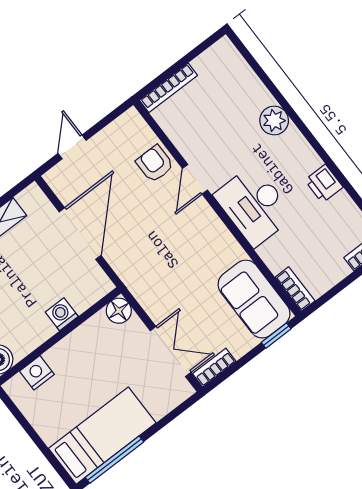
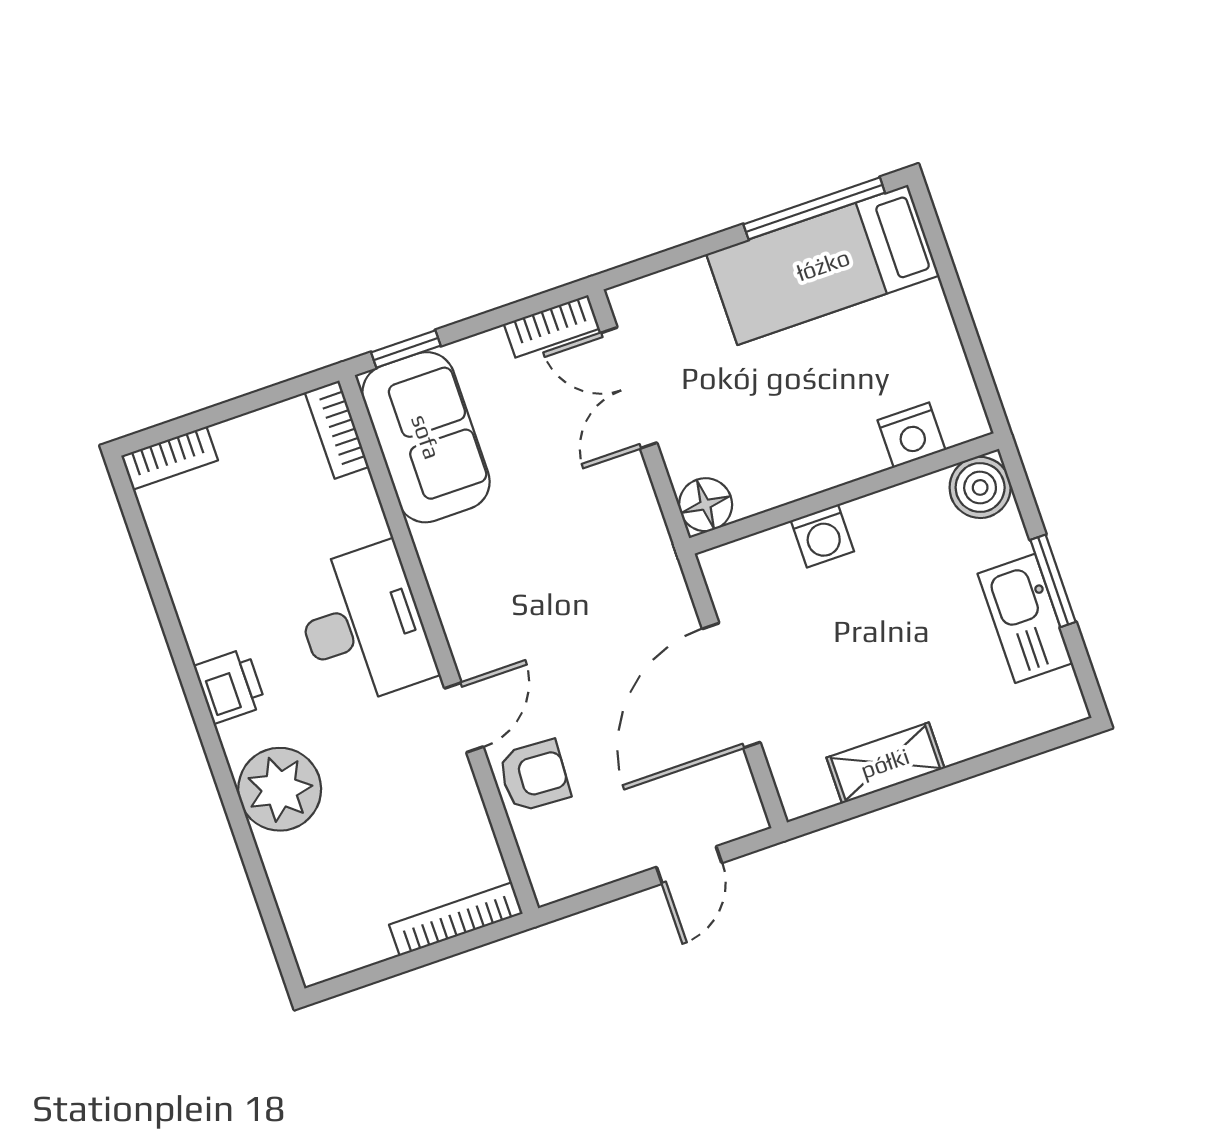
plant: (274, 120) -> (280, 789), width x1.36, depth x1.36
armchair: (155, 164) -> (534, 776), turned -87
printer: (324, 184) -> (230, 686), moved

